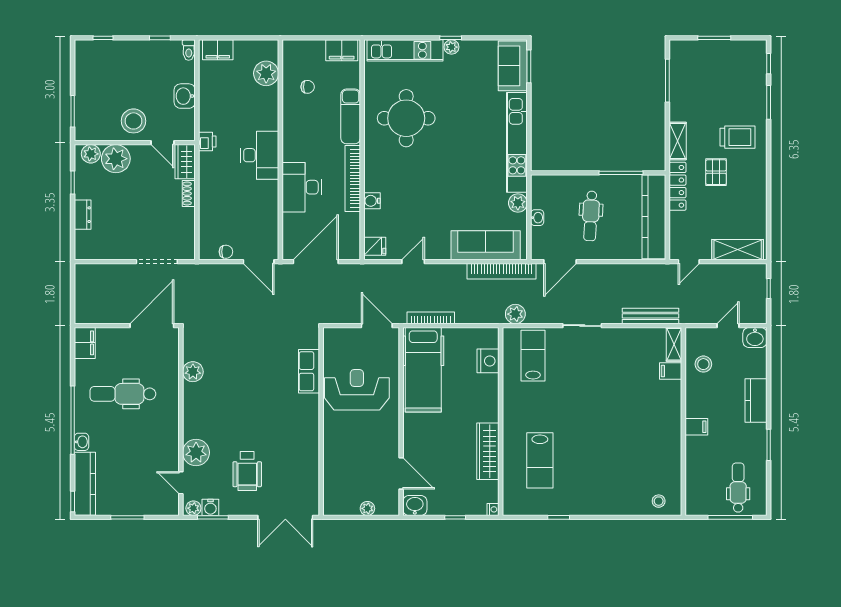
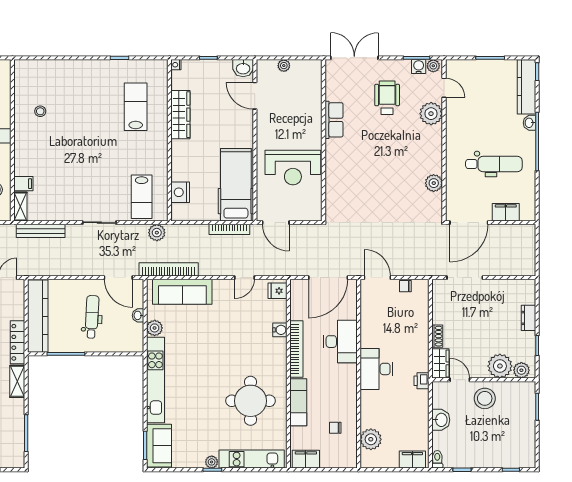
door: (560, 262) -> (118, 278), swing flipped
filing cabinet: (85, 343) -> (506, 212), moved, turned 90
row of seats: (309, 371) -> (334, 120), moved
stool: (659, 501) -> (40, 111), moved

